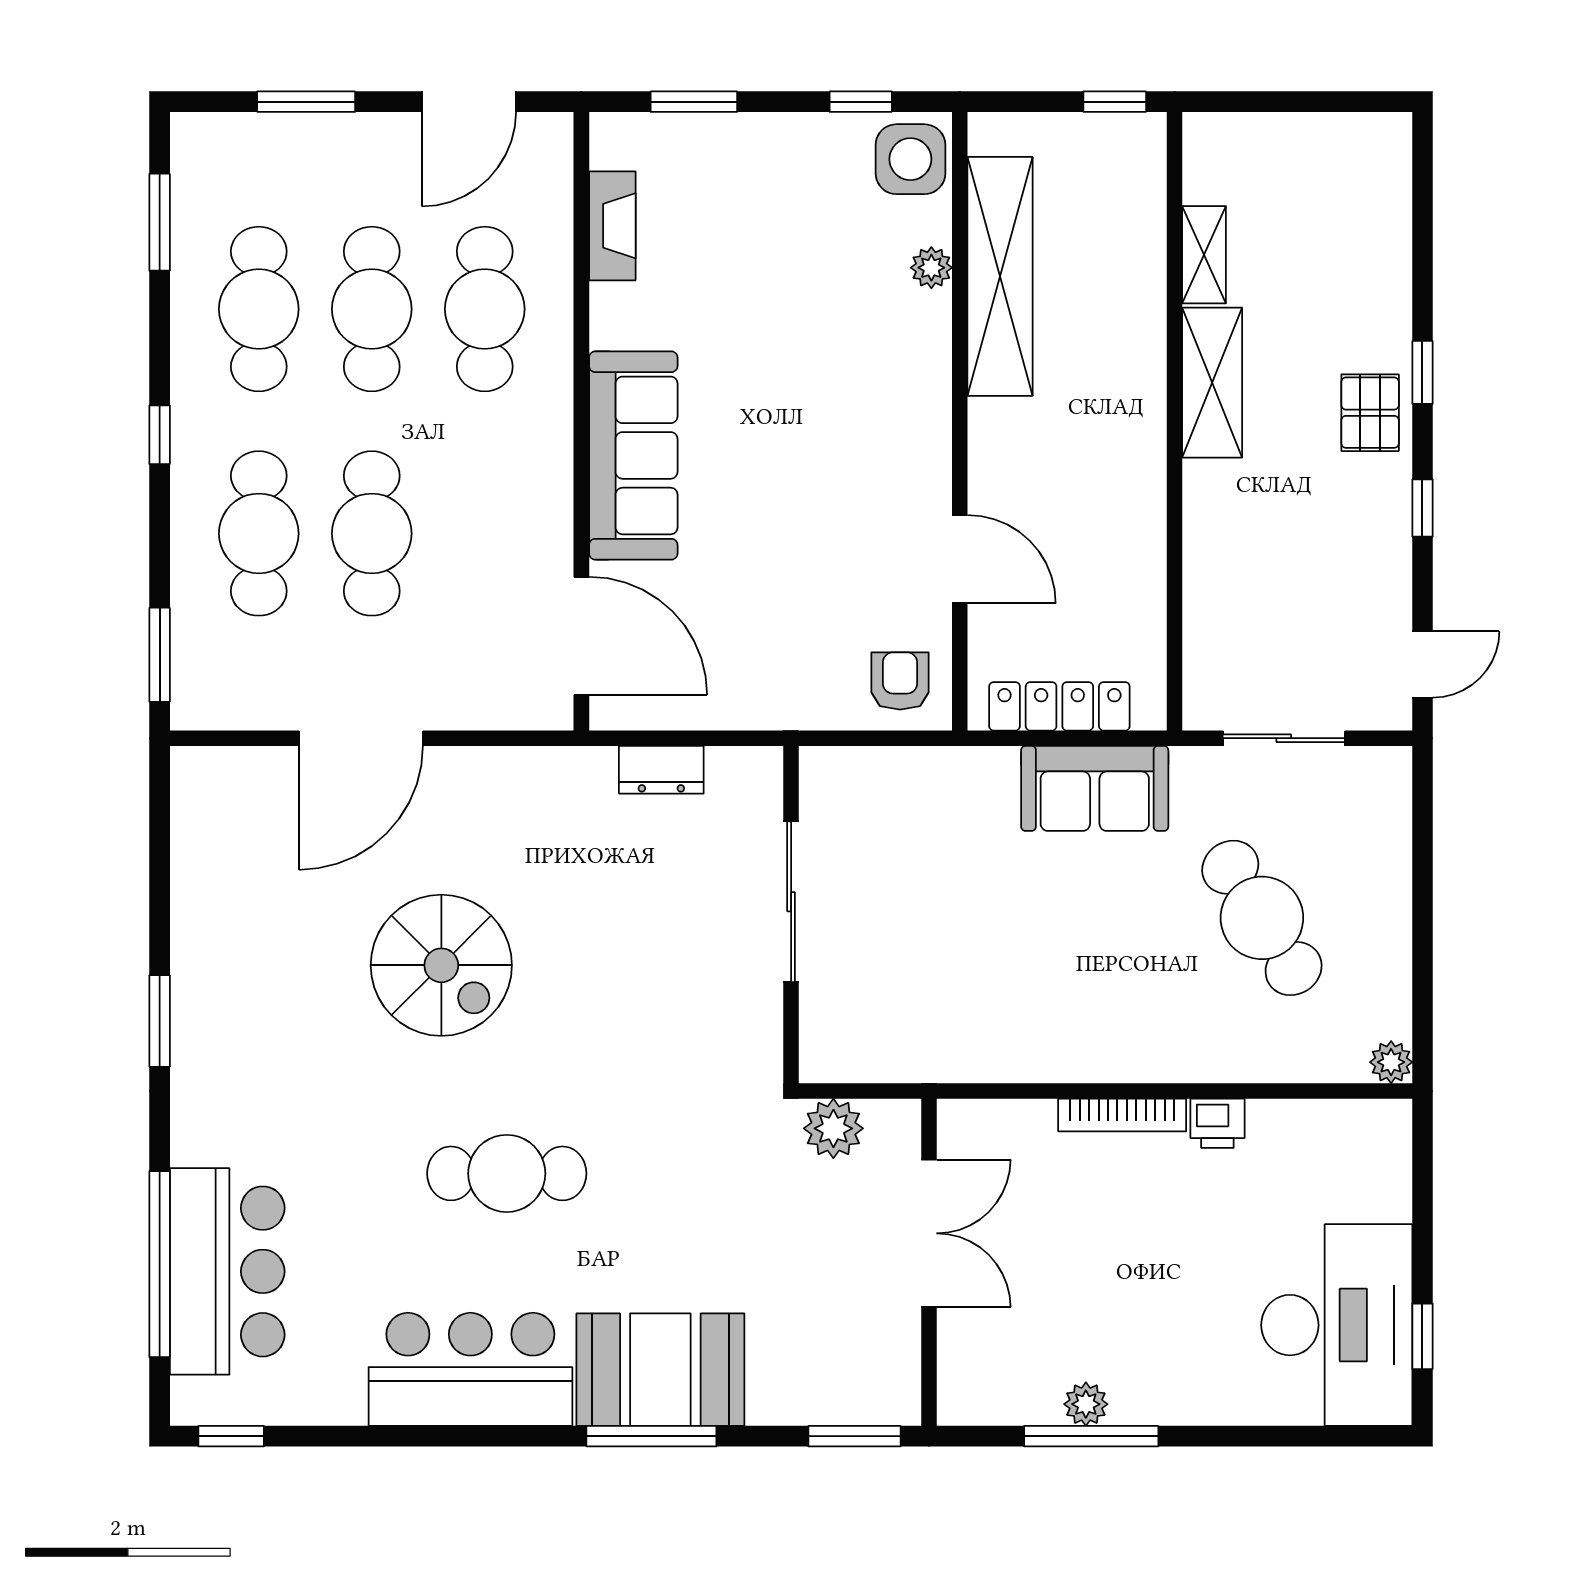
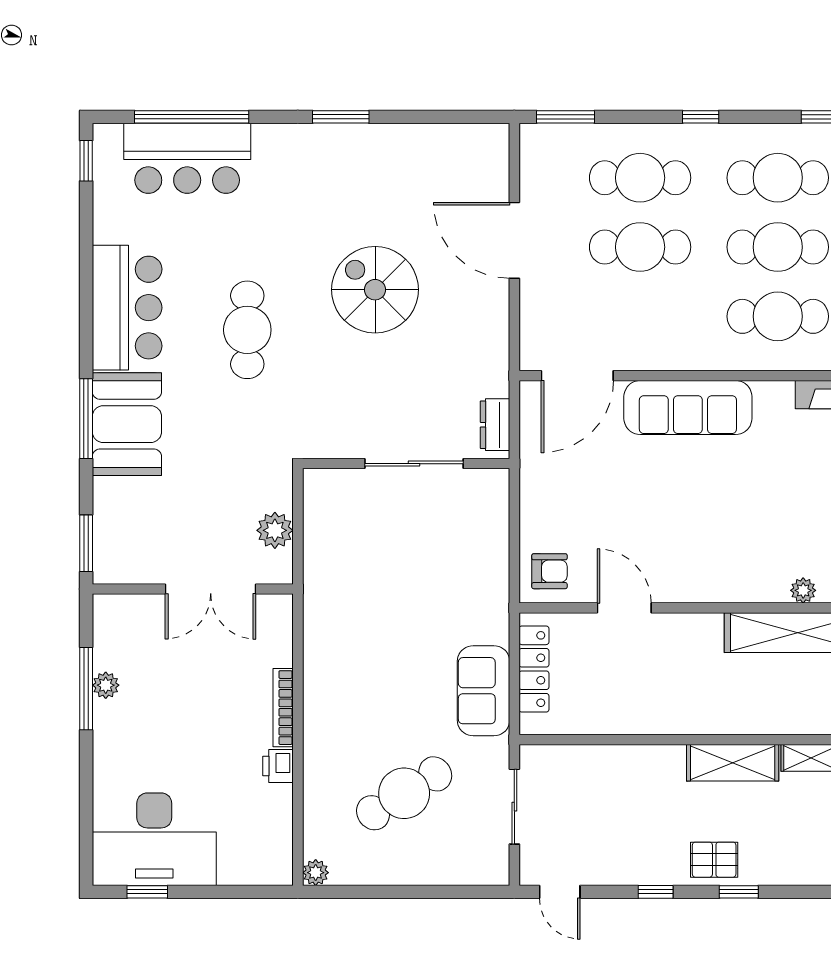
door: (960, 559) -> (624, 608), swing flipped
sliding door: (791, 902) -> (414, 464), moved
wall: (791, 915) -> (406, 464), moved
spiral stairs: (441, 965) -> (375, 290), turned 90

